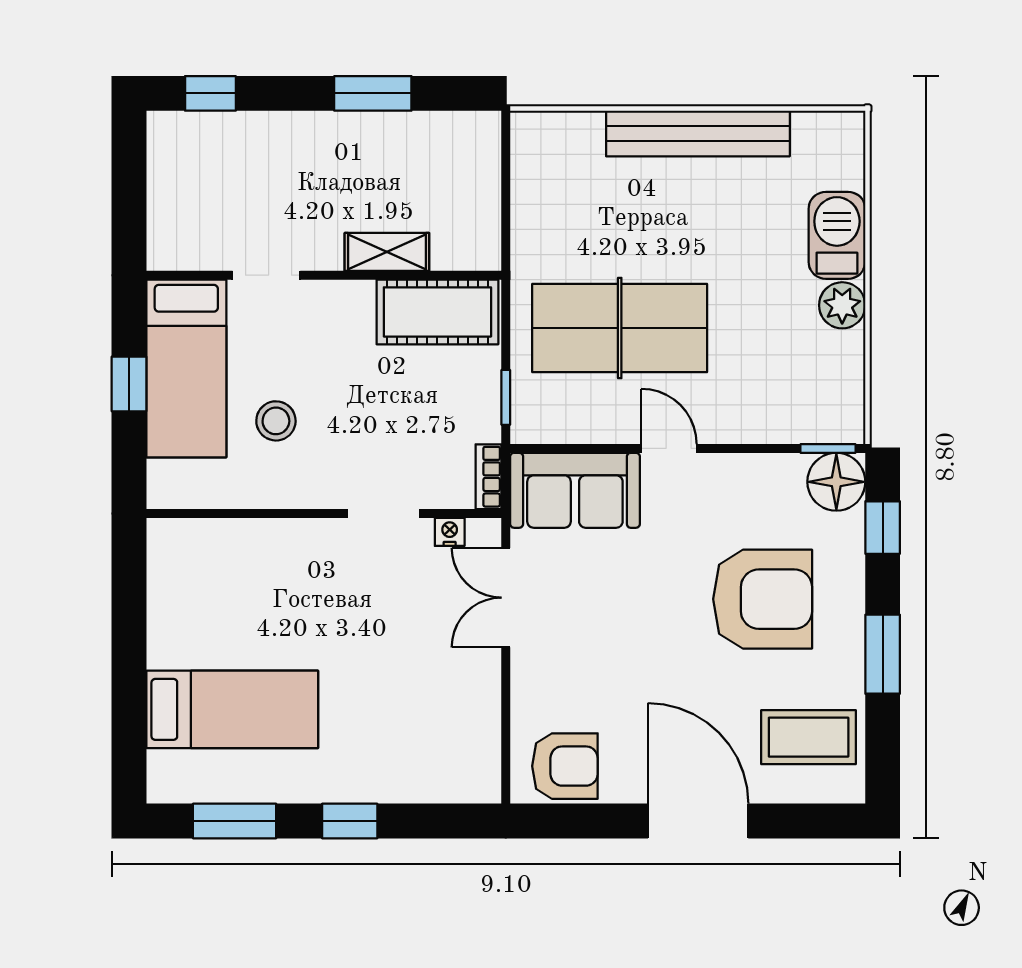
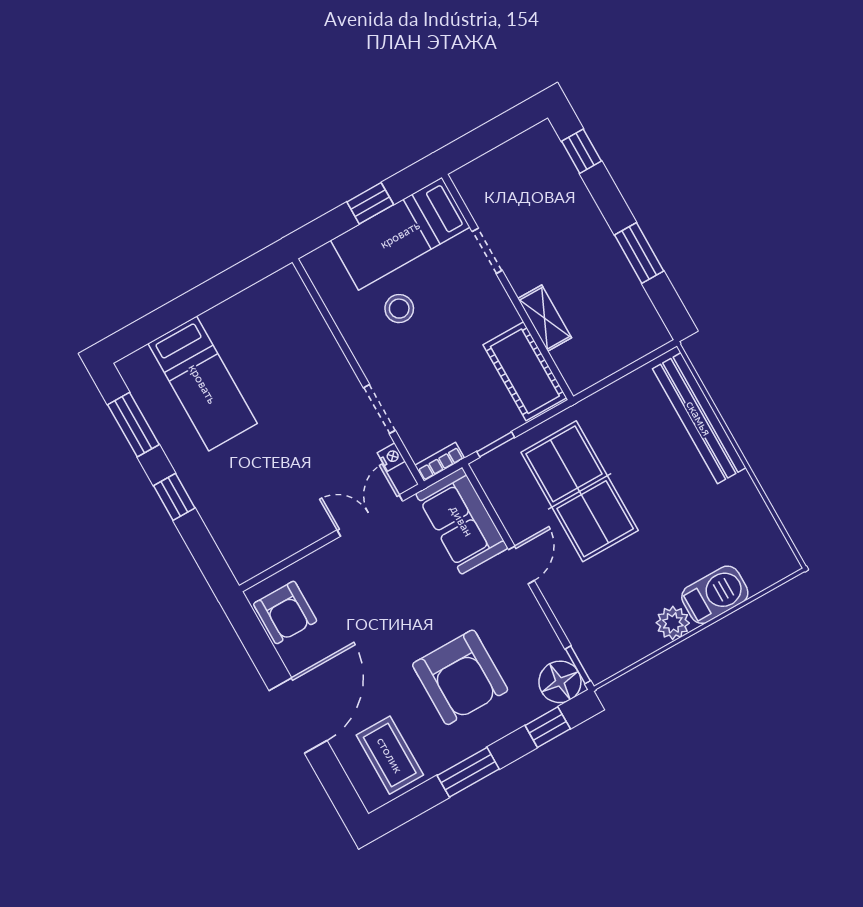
bench: (698, 134) -> (699, 418), moved

